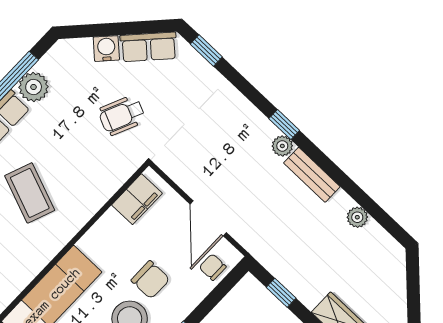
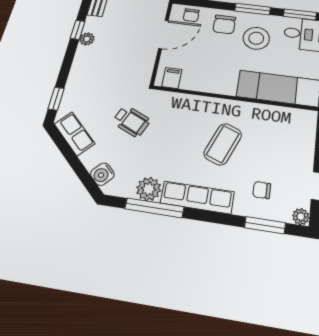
water cooler: (106, 49) -> (102, 174), moved
plant: (282, 146) -> (87, 39), moved
filing cabinet: (137, 199) -> (172, 78), width x0.50
chair: (150, 280) -> (224, 24), moved, turned 180

